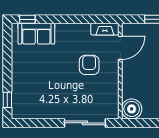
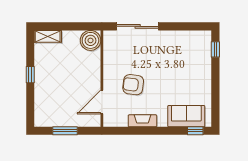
fireplace: (105, 29) -> (142, 121), moved
armchair: (89, 65) -> (133, 85), turned 97

